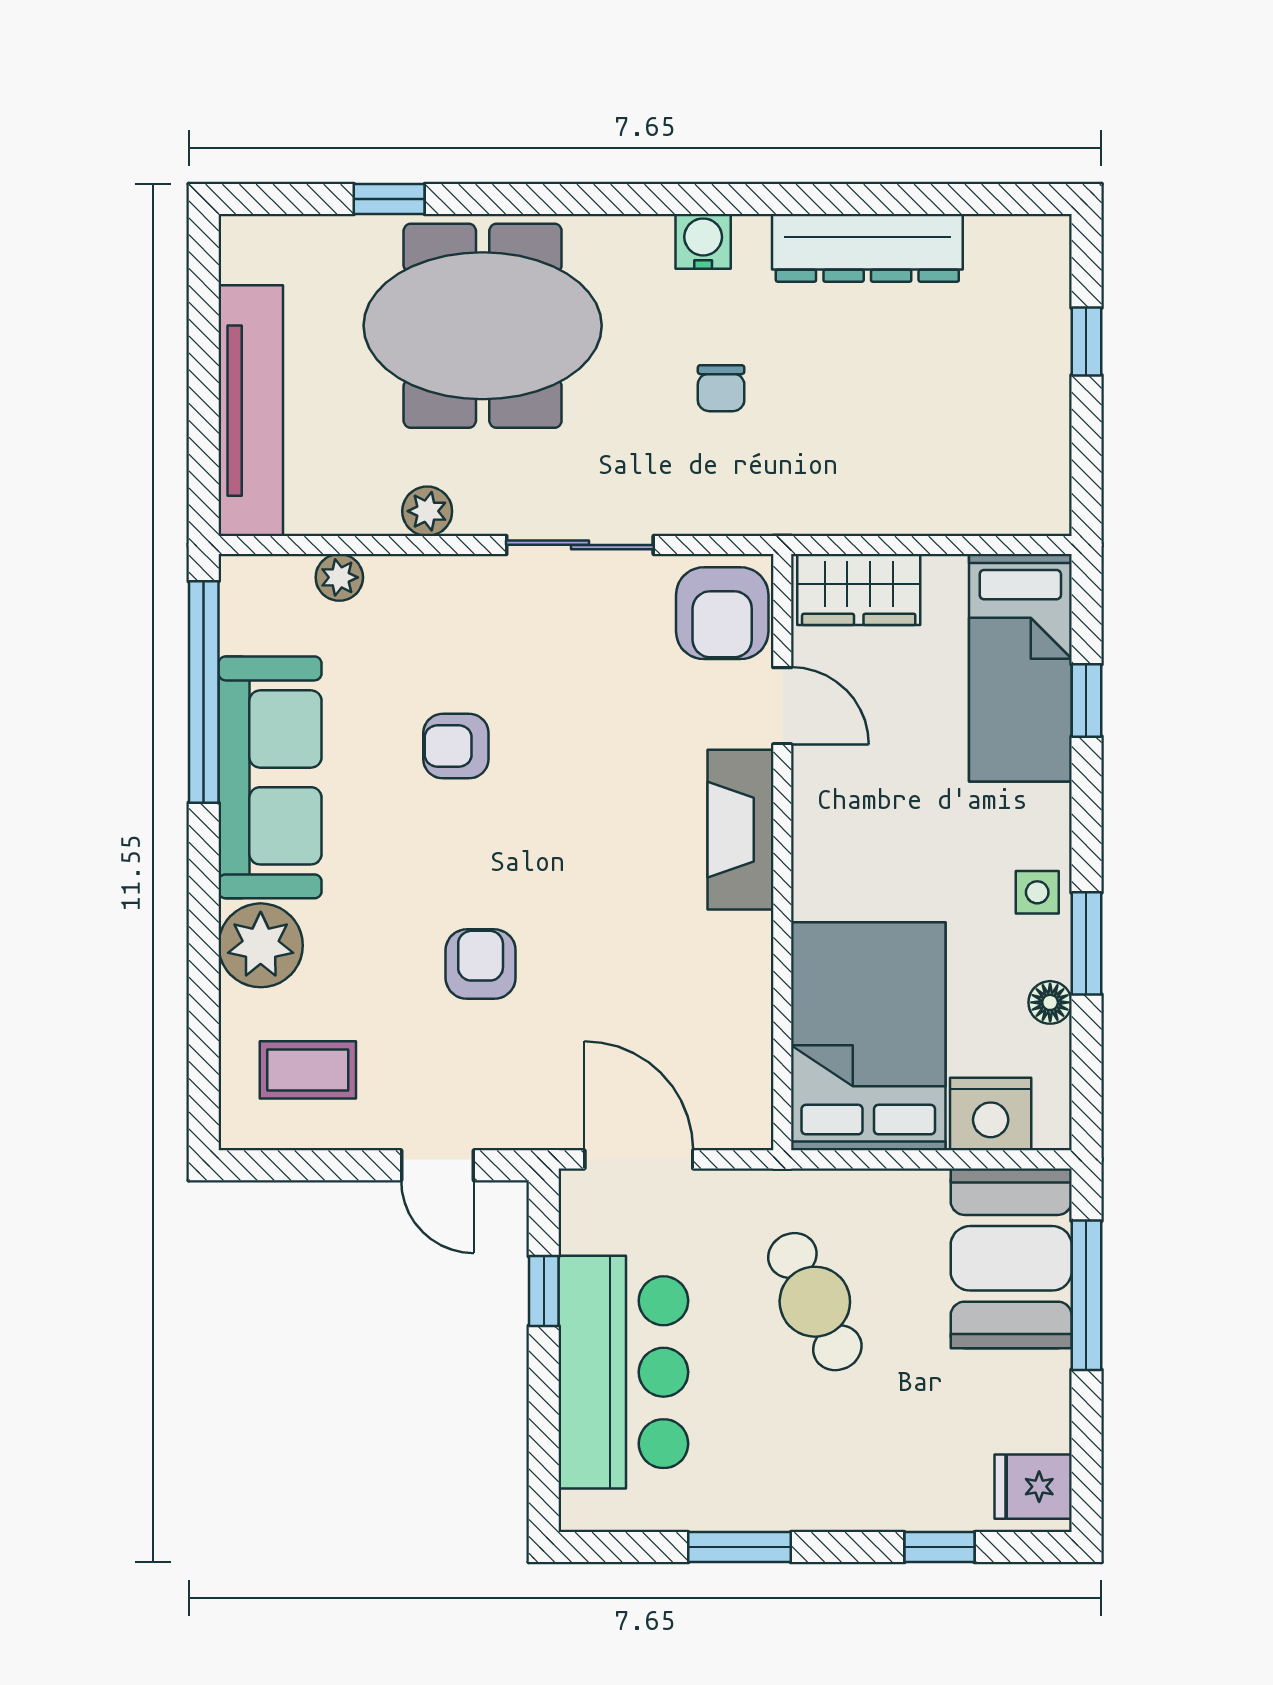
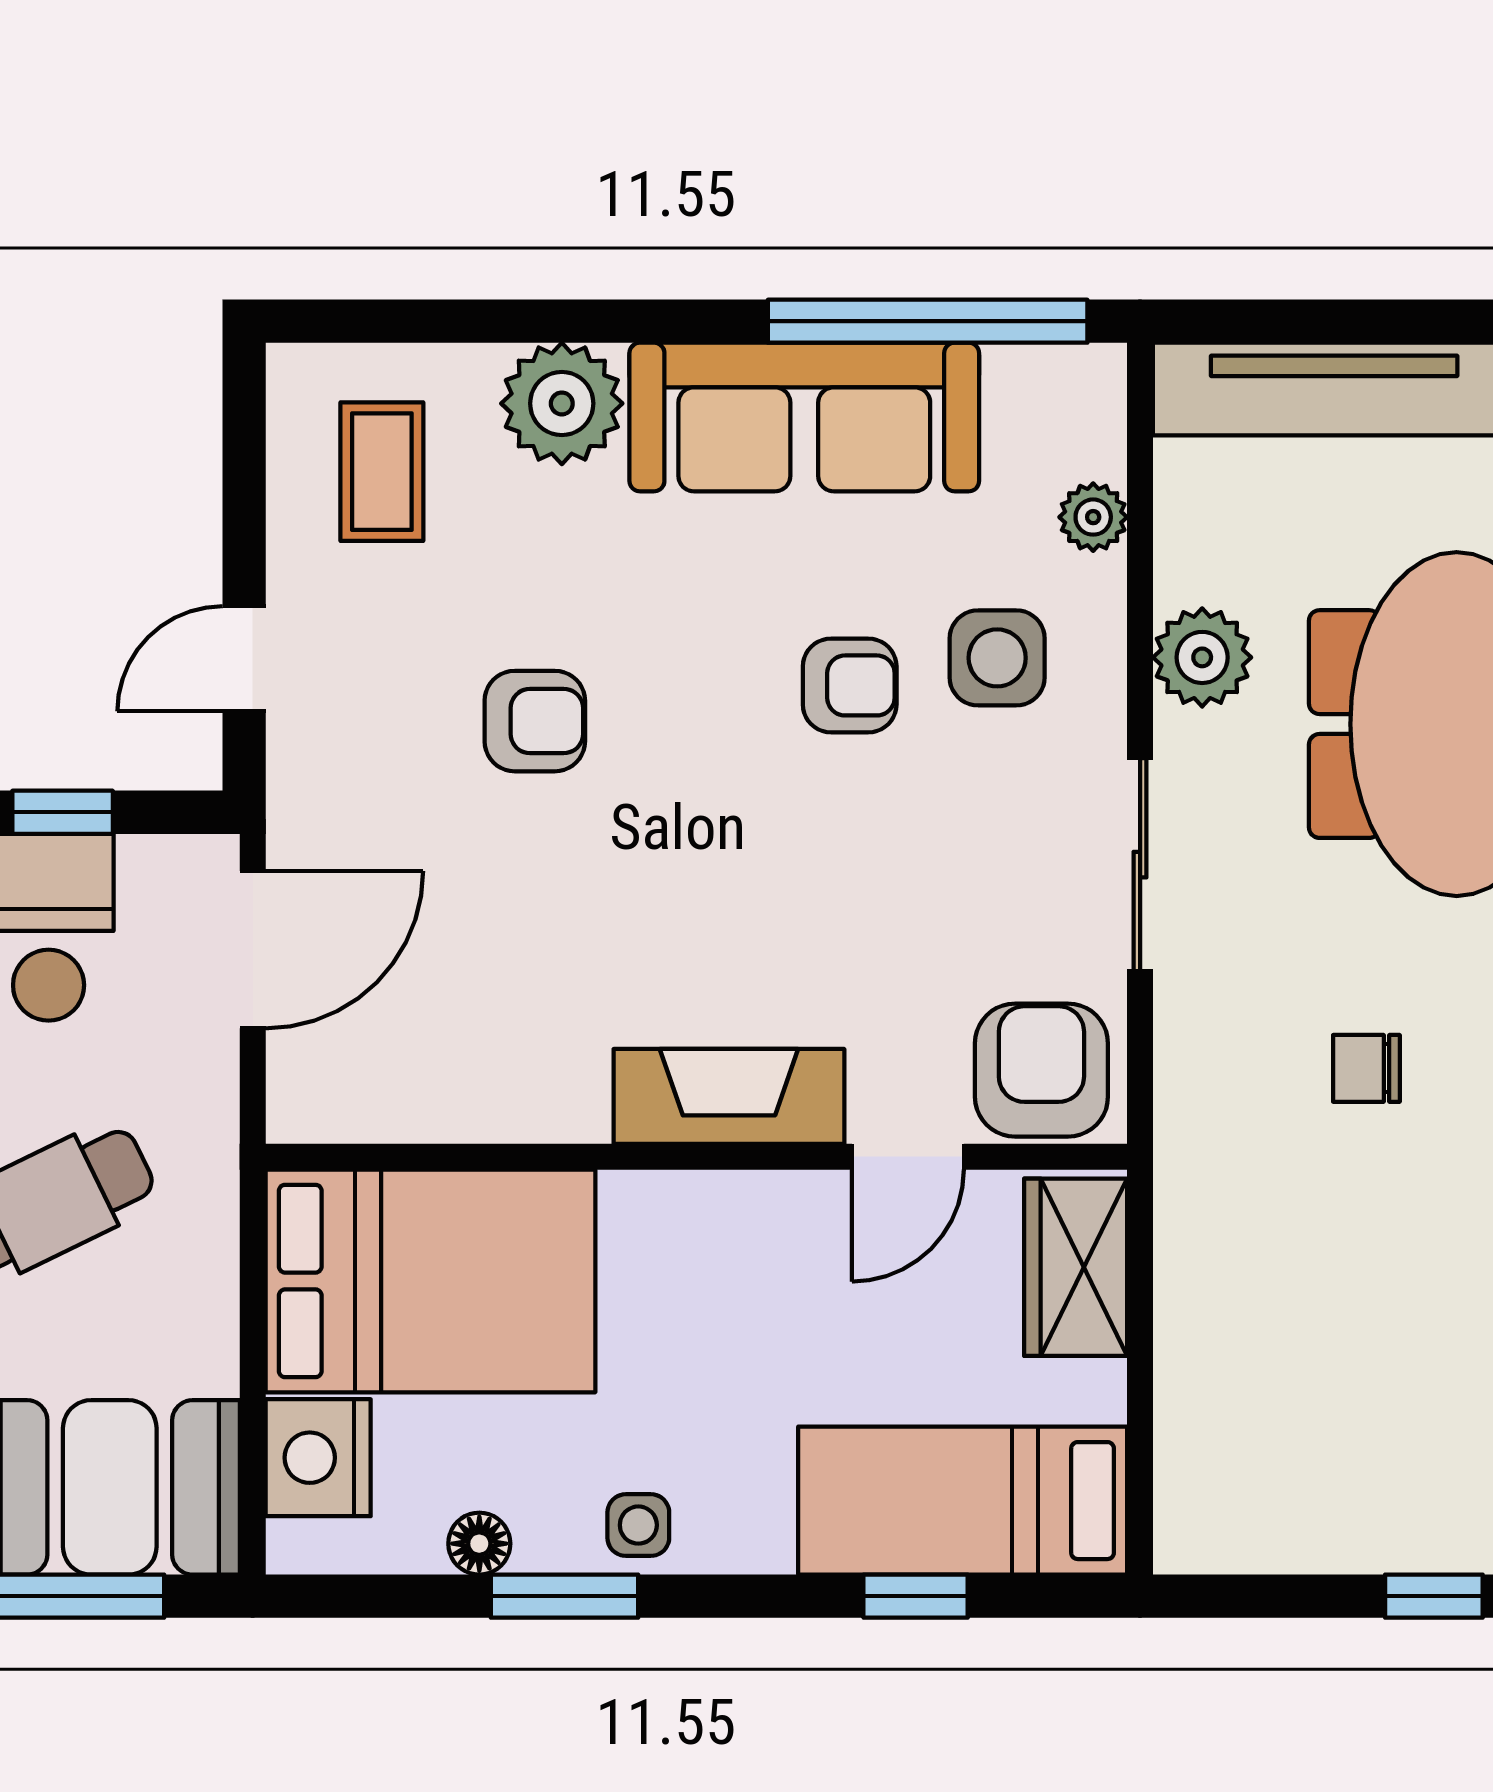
plant: (427, 511) -> (1202, 657), width x1.38, depth x1.38
armchair: (722, 613) -> (1041, 1070), turned 90
side table: (437, 644) -> (997, 658), added
armchair: (456, 746) -> (850, 685), turned 90

